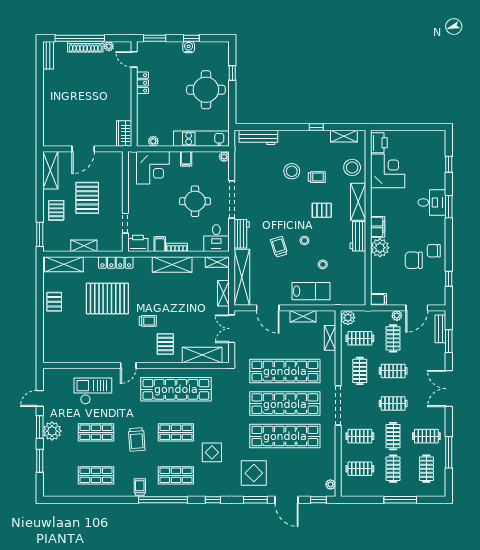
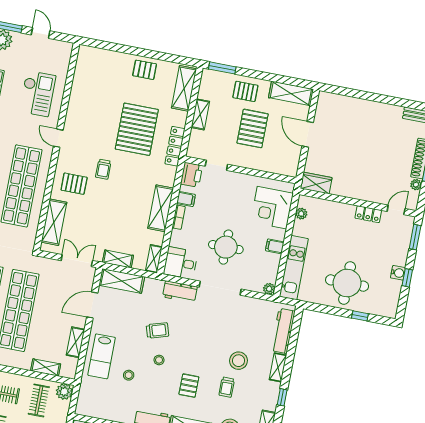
shelving: (291, 136) -> (278, 367), added
pallet: (87, 198) -> (253, 128), turned 90
shelving: (242, 277) -> (122, 281), width x0.68

